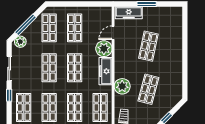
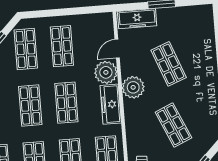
shop shelf: (148, 46) -> (169, 64), turned -33
plant: (122, 86) -> (133, 87), moved
shop shelf: (148, 89) -> (173, 125), turned -39

